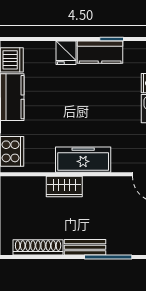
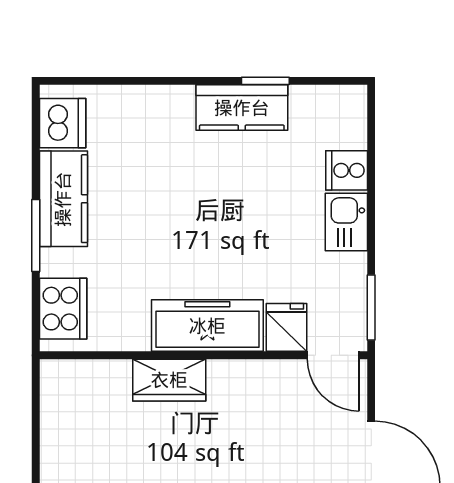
fridge: (66, 53) -> (286, 327), moved, turned 180

